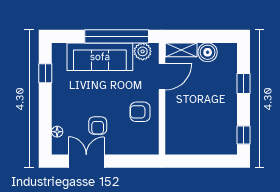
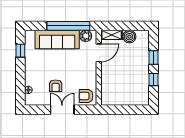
armchair: (140, 112) -> (86, 96), moved
window: (244, 135) -> (154, 79), moved
double door: (86, 161) -> (62, 110), moved

